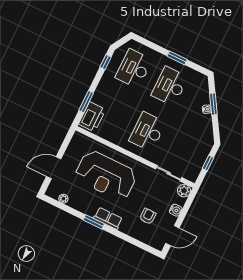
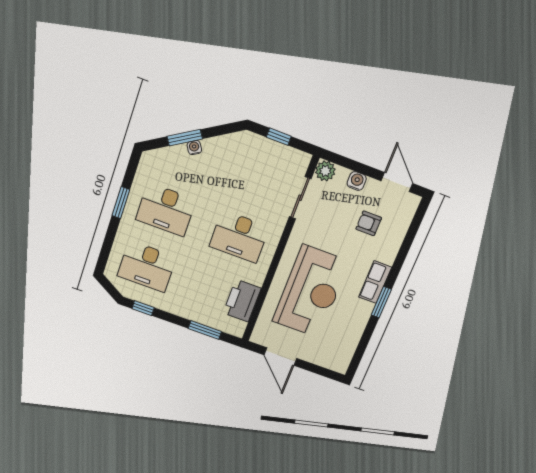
printer: (92, 117) -> (242, 301), moved, turned -90
door: (54, 168) -> (280, 357), moved
plant: (63, 199) -> (350, 348), removed

